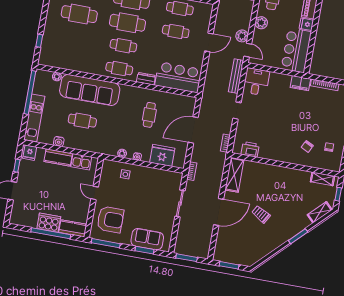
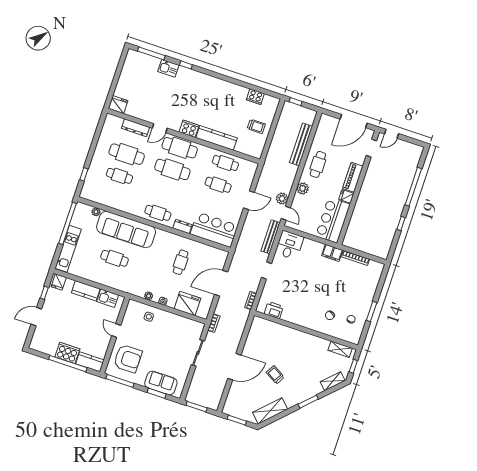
cafe table: (123, 46) -> (119, 176), moved
water cooler: (59, 141) -> (89, 275), removed
shelving: (234, 175) -> (270, 411), moved, turned 45

